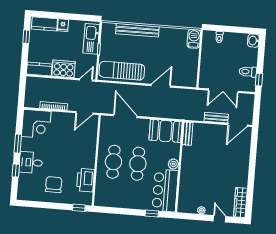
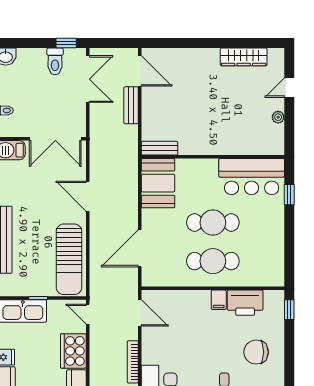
double door: (199, 68) -> (55, 139), added
double door: (223, 91) -> (88, 79), moved
filing cabinet: (89, 164) -> (219, 300), added
plant: (173, 164) -> (209, 167), removed
wardrobe: (240, 202) -> (244, 57), moved

